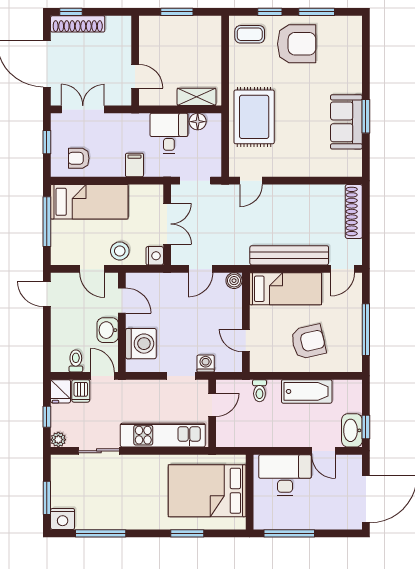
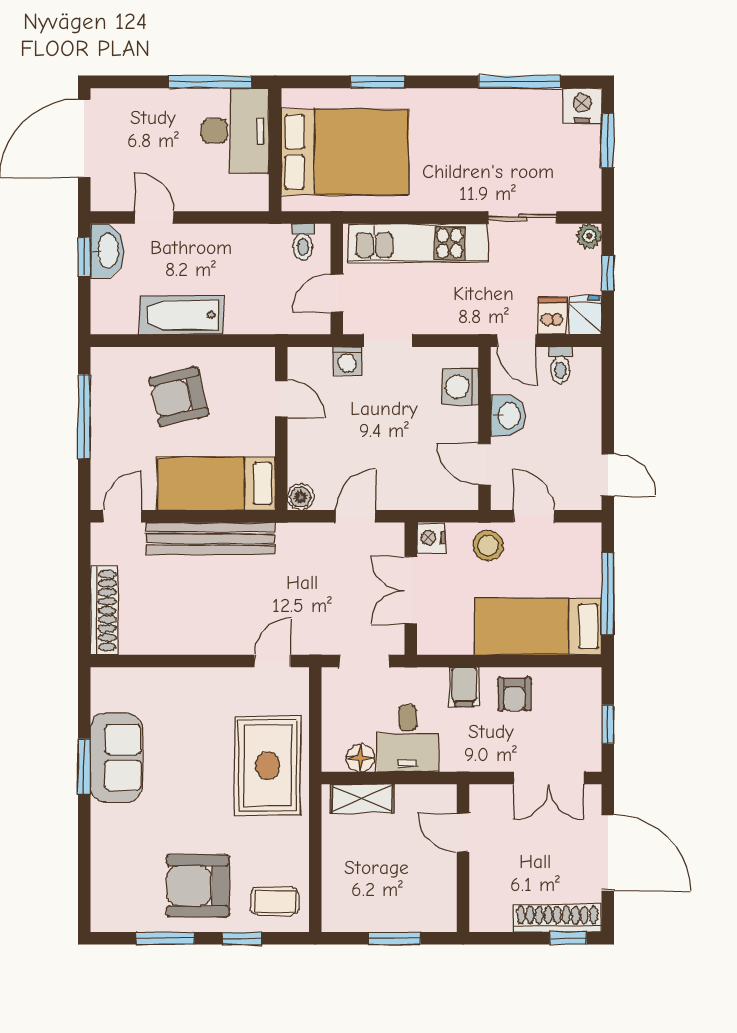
armchair: (79, 158) -> (514, 694), moved, turned 90
washing machine: (141, 344) -> (460, 387), width x0.73, depth x0.73
toilet: (259, 391) -> (303, 242), moved, turned 180
desk: (285, 475) -> (235, 131), moved, turned -90

